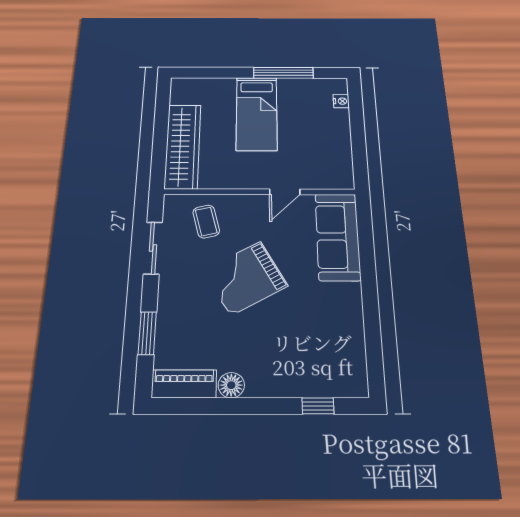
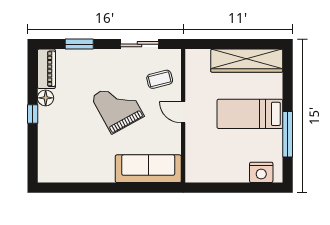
nightstand: (341, 101) -> (261, 172), width x1.89, depth x1.79
wardrobe: (183, 146) -> (247, 61), moved
door: (285, 192) -> (183, 112), moved
window: (318, 406) -> (33, 114), moved

